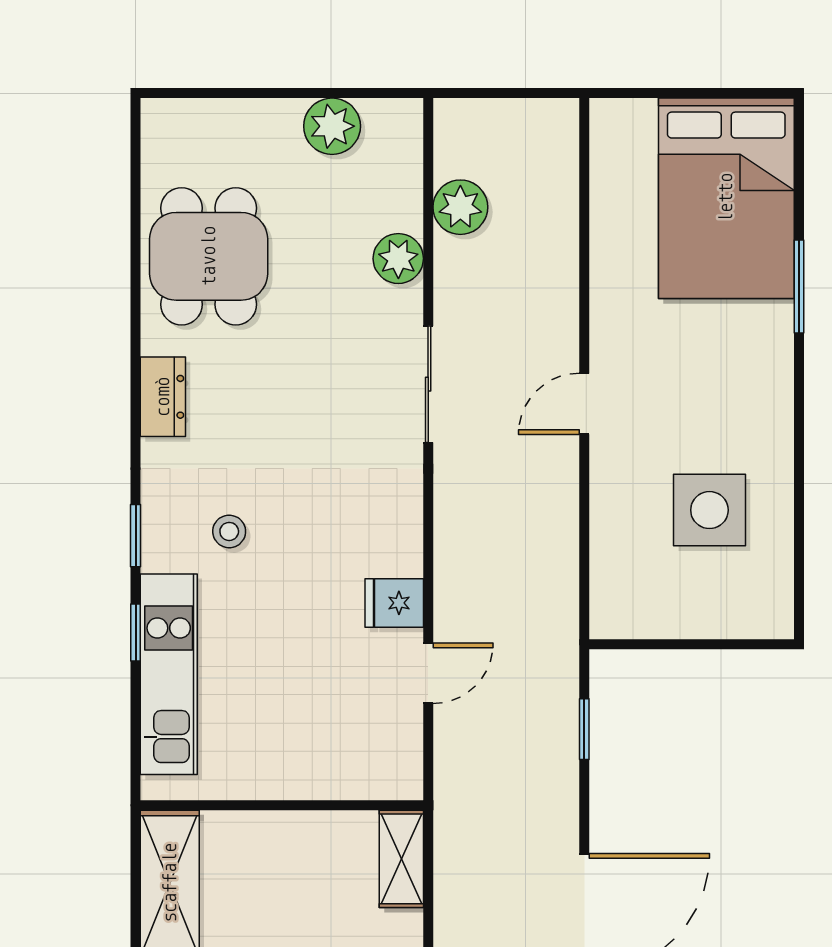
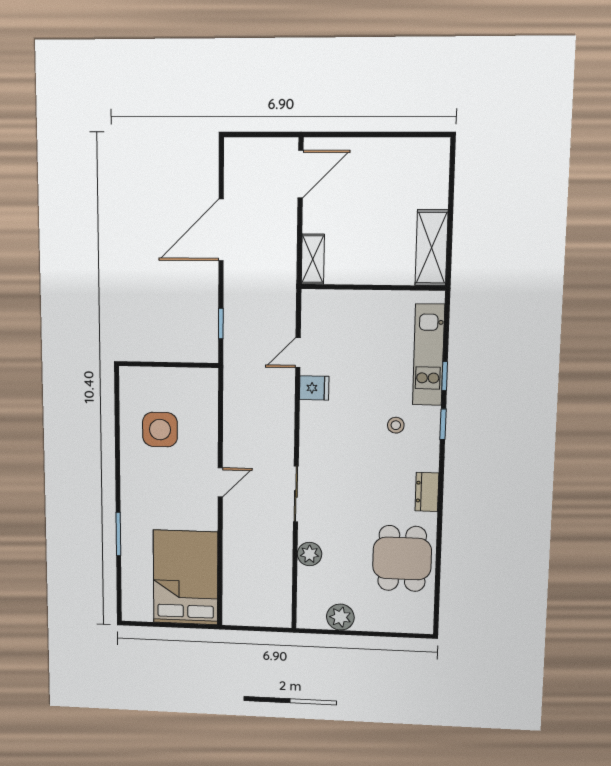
bed: (726, 198) -> (186, 577), moved
plant: (460, 207) -> (279, 577), removed

